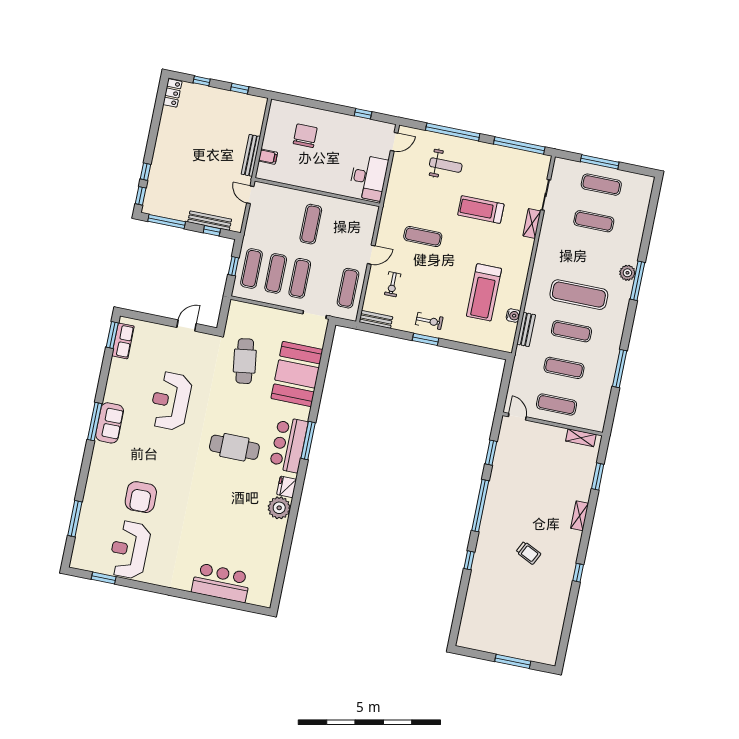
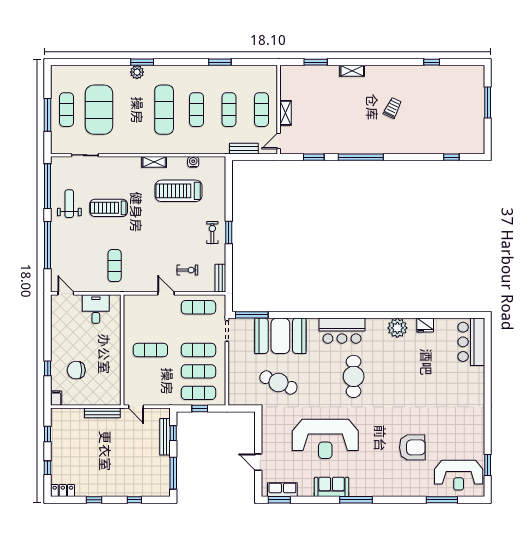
window: (363, 114) -> (48, 368), moved
filing cabinet: (268, 157) -> (56, 398), moved
weight bench: (446, 165) -> (69, 204), moved
desk: (368, 178) -> (96, 309), width x0.73
door: (250, 195) -> (136, 407), hinge flipped
window: (141, 196) -> (94, 500), moved
treadmill: (481, 210) -> (109, 208), turned 90
exercise mat: (594, 221) -> (99, 110), width x2.00, depth x1.45
shelving: (532, 223) -> (154, 162), moved
exercise mat: (423, 237) -> (115, 266), moved
window: (637, 281) -> (142, 62), width x0.69
treadmill: (484, 292) -> (179, 191), turned 180
door: (187, 326) -> (258, 462), moved
bench: (526, 329) -> (244, 149), moved
cafe table: (245, 361) -> (278, 382), turned 31
window: (620, 369) -> (220, 62), width x0.69
reception desk: (170, 401) -> (325, 439), width x1.36, depth x1.30
sofa: (110, 423) -> (332, 487), moved
shelving: (581, 438) -> (285, 113), moved
window: (308, 440) -> (252, 315), moved
fridge: (287, 487) -> (425, 325), moved
reception desk: (129, 550) -> (459, 475), moved
window: (469, 560) -> (451, 157), moved
window: (578, 573) -> (432, 62), moved
bar counter: (221, 583) -> (471, 342), moved

